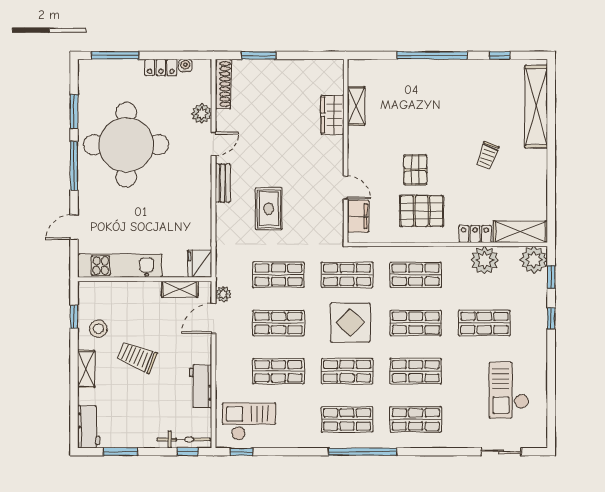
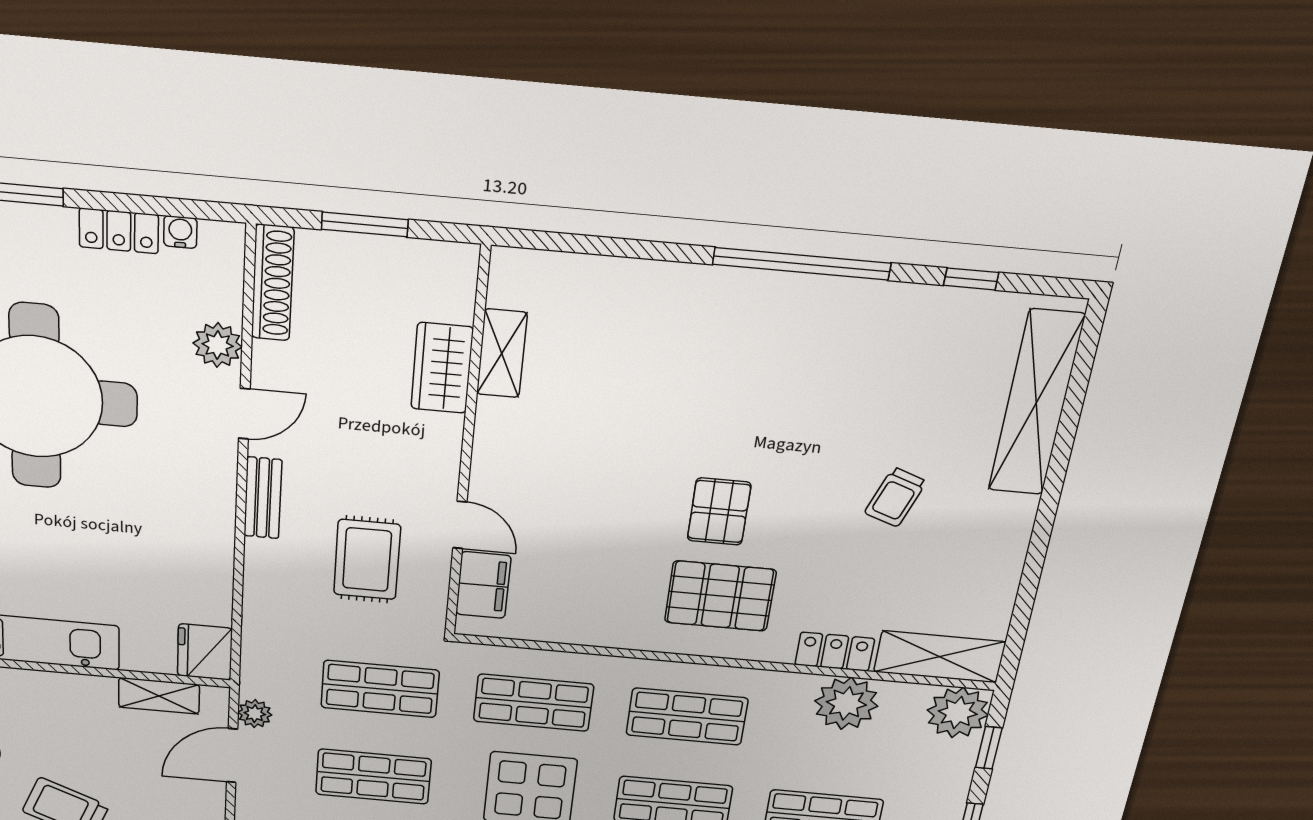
shelving: (356, 106) -> (502, 353), moved
wardrobe: (332, 115) -> (442, 368), moved
wall: (346, 151) -> (467, 449), moved
door: (346, 188) -> (460, 525), moved
filing cabinet: (358, 216) -> (483, 585), moved

